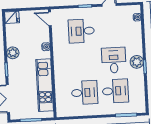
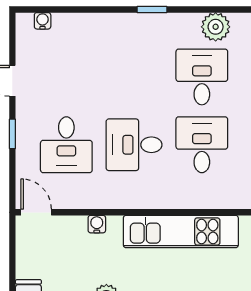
door: (50, 19) -> (36, 212), swing flipped
desk: (114, 60) -> (134, 145), moved
plant: (137, 62) -> (216, 27), moved

